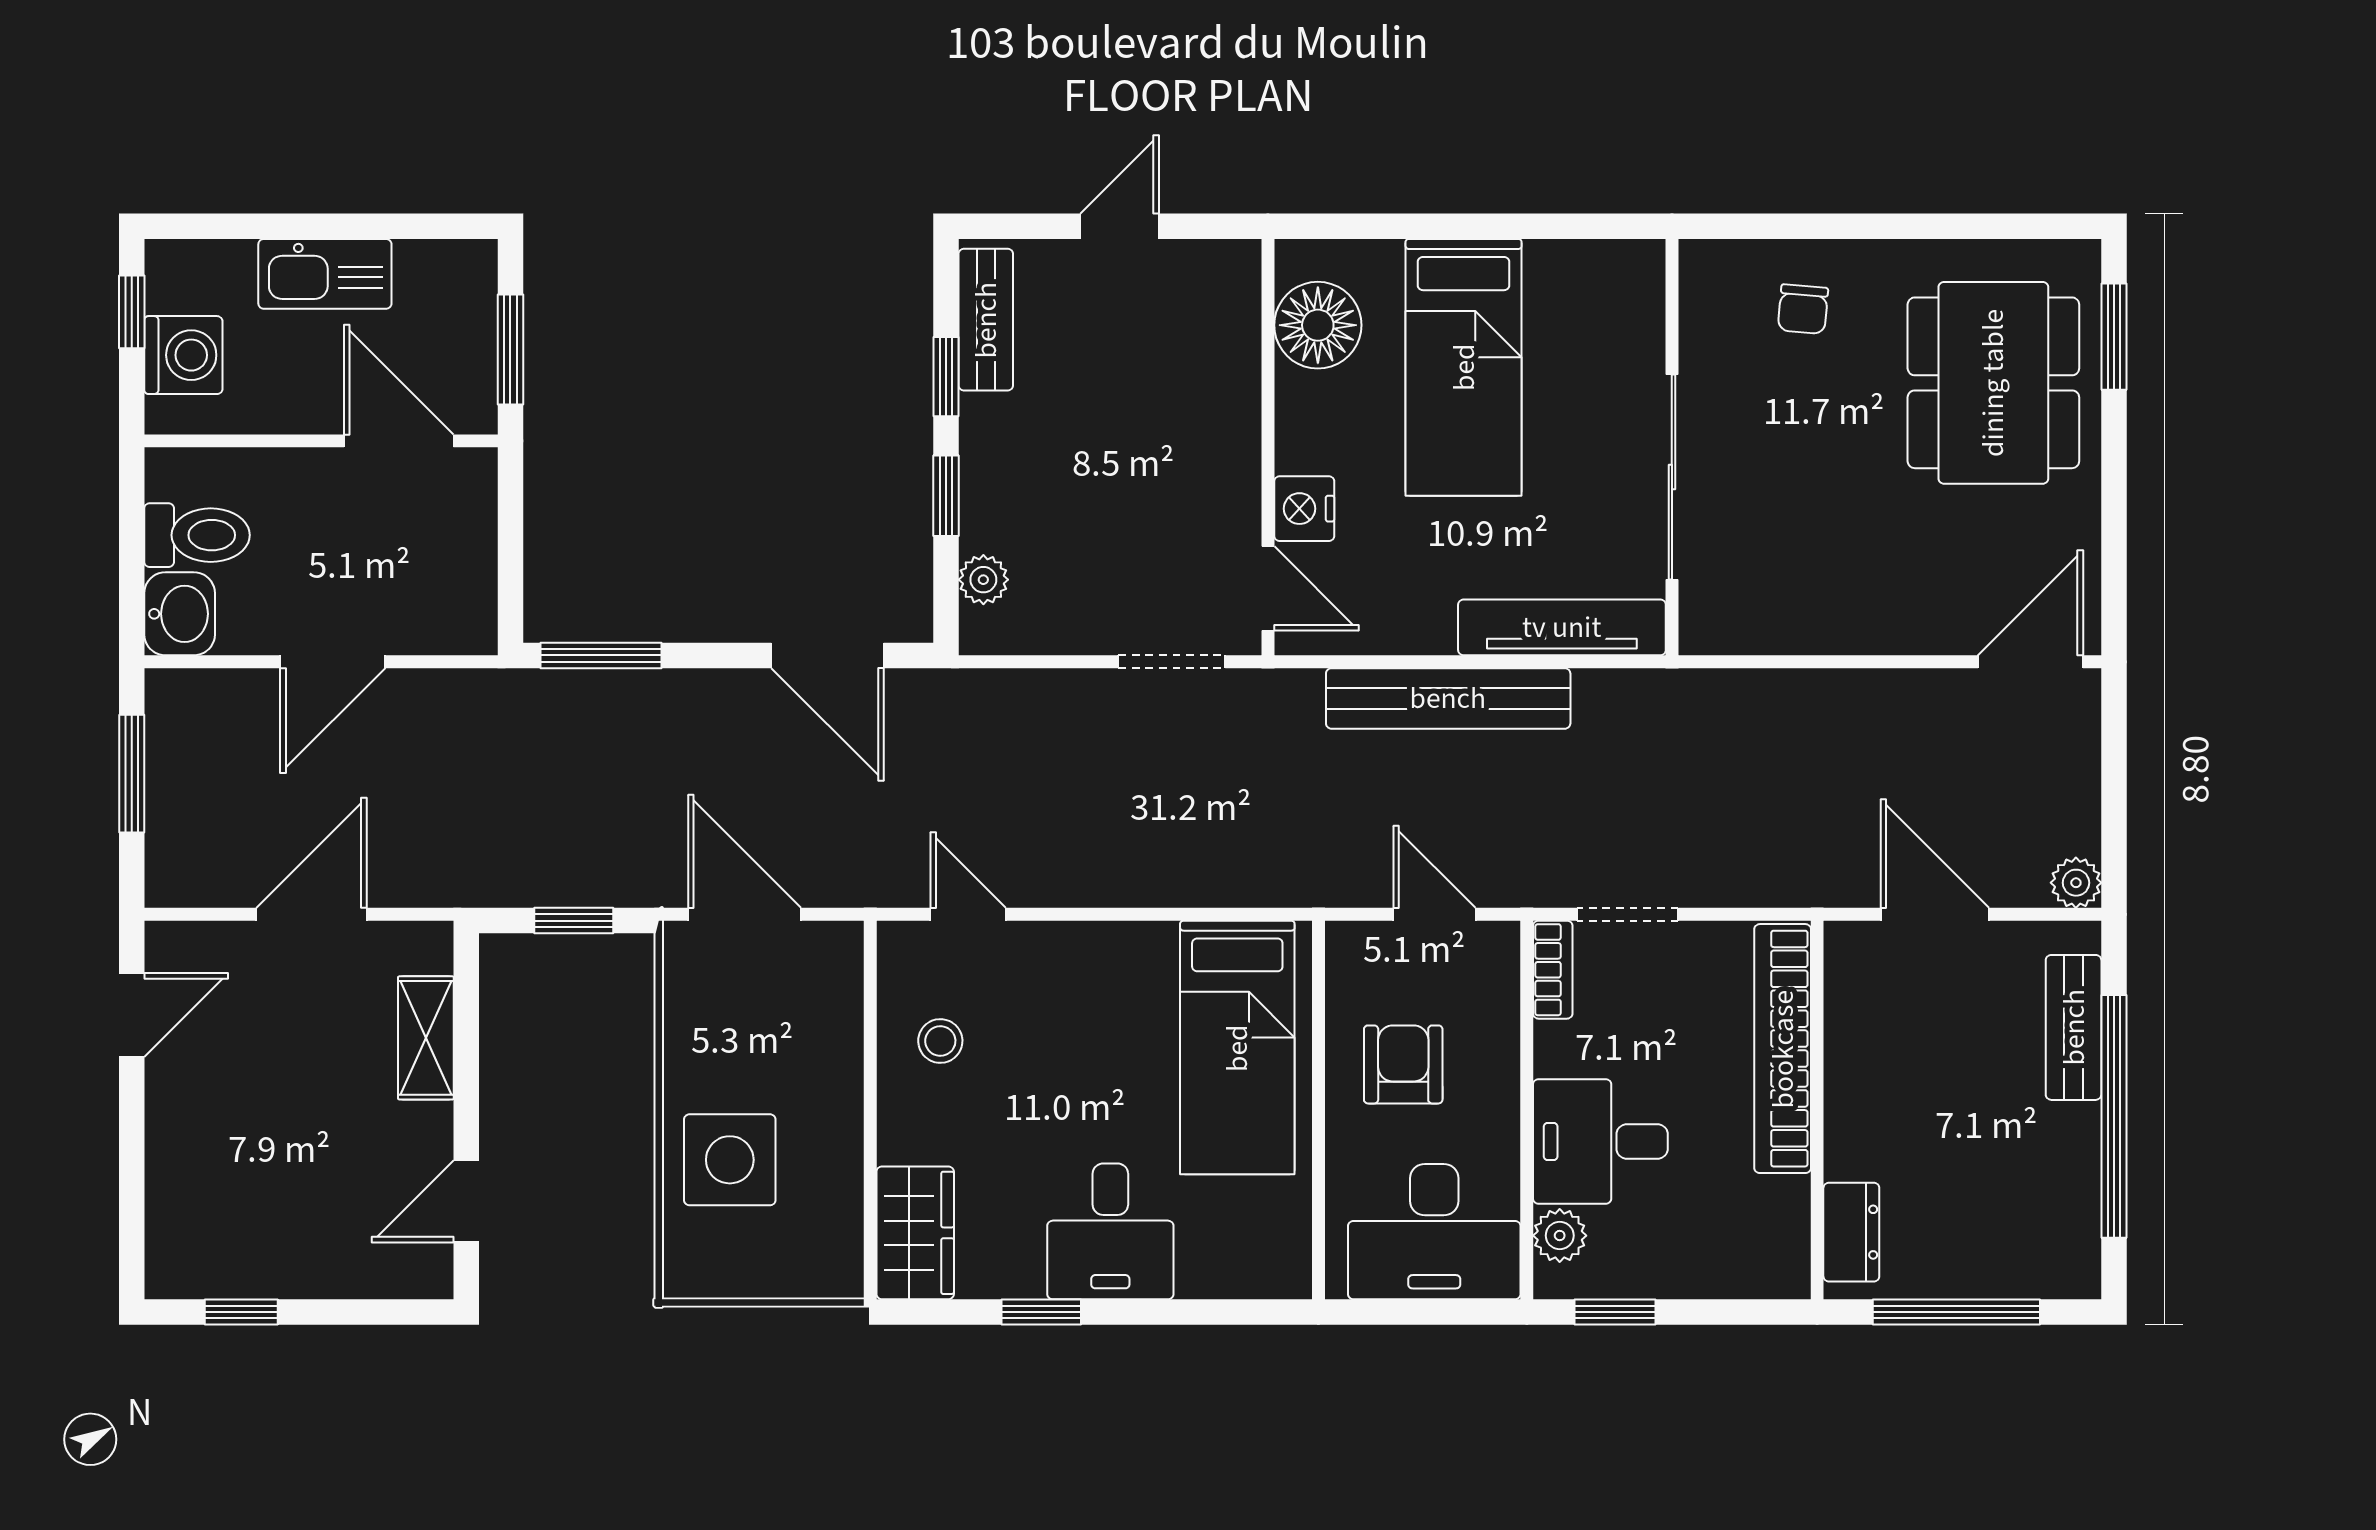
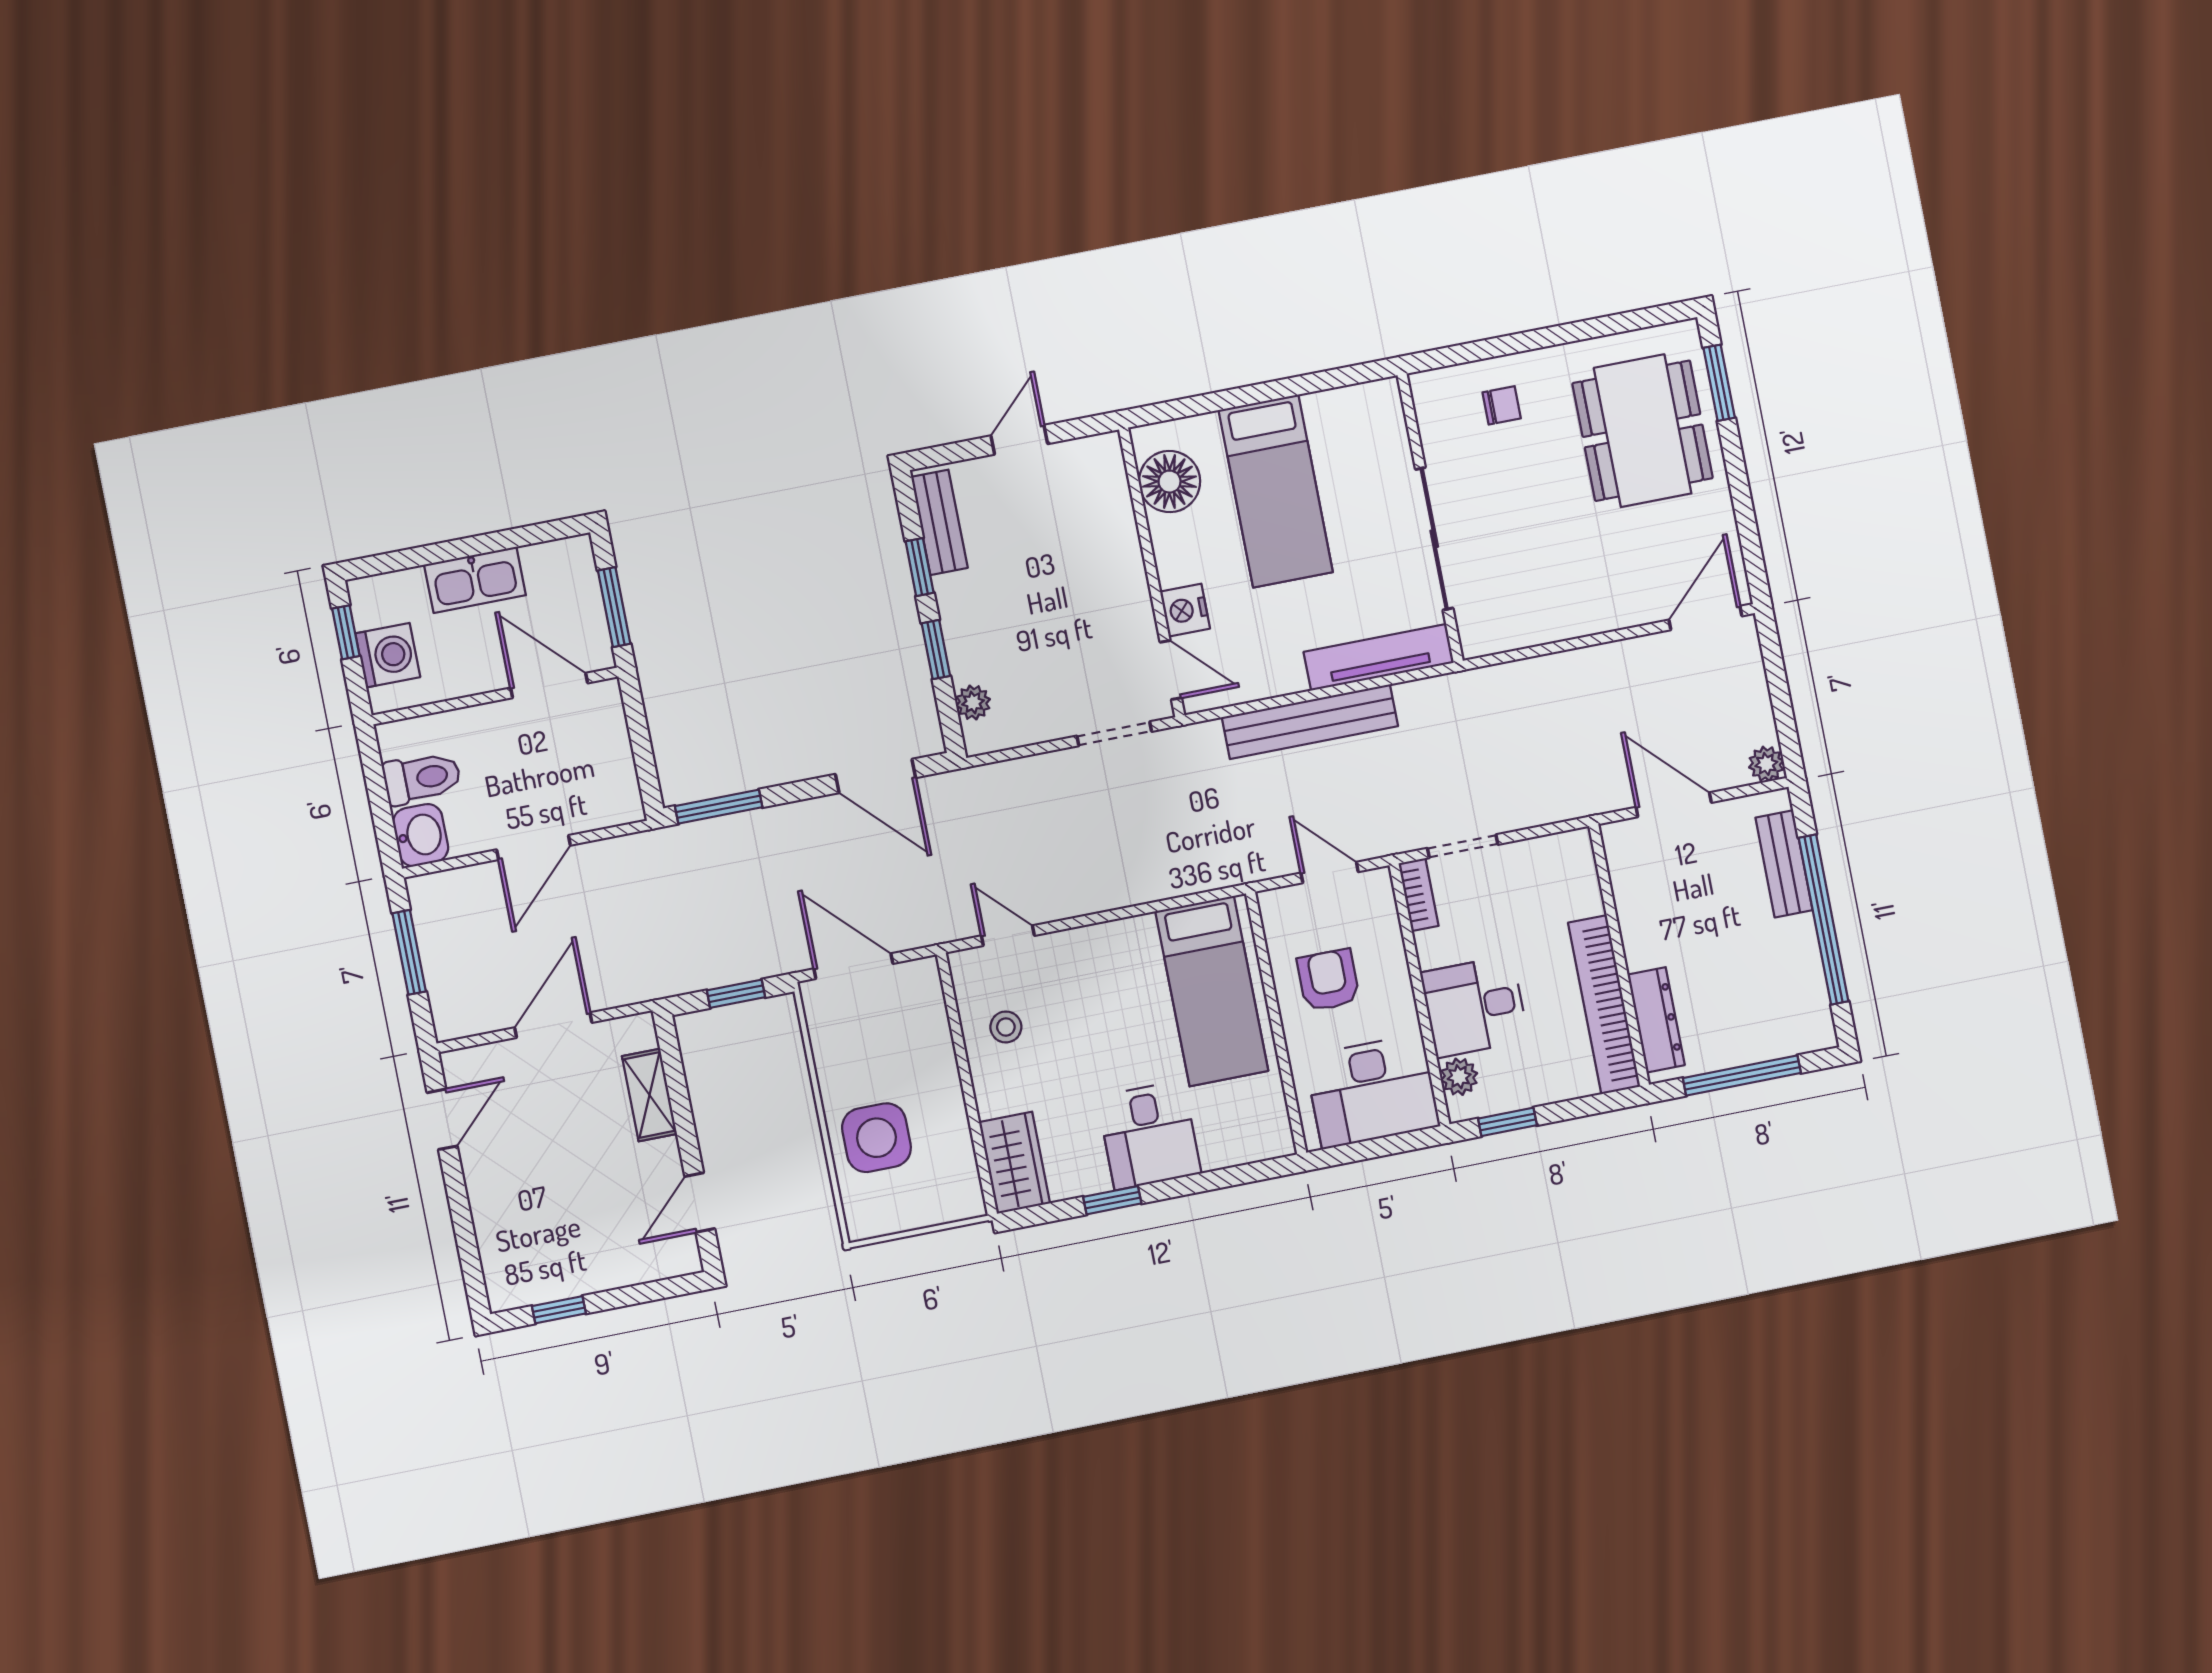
chair: (1803, 309) -> (1502, 405), turned -95
bookcase: (1783, 1049) -> (1604, 1005), moved
dresser: (1851, 1232) -> (1656, 1020), width x1.44

